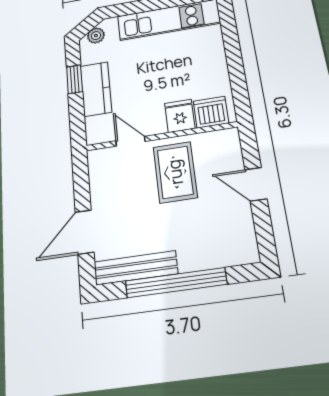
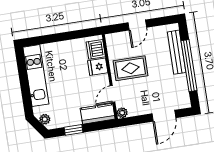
kitchen counter: (96, 89) -> (98, 114), moved
plant: (96, 158) -> (122, 113), added
door: (85, 232) -> (164, 116), hinge flipped
bench: (136, 268) -> (177, 52), moved

